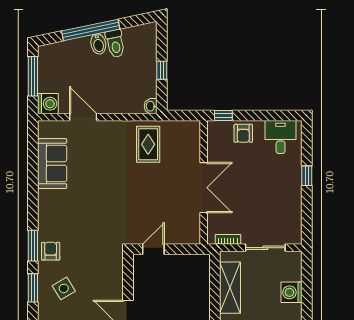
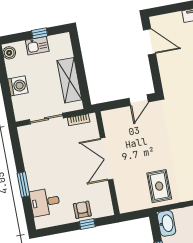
washbasin: (151, 106) -> (166, 223), width x1.91, depth x1.45
window: (223, 116) -> (87, 224), moved
desk: (281, 137) -> (45, 202), moved, turned 90
window: (307, 176) -> (23, 185), width x1.50

